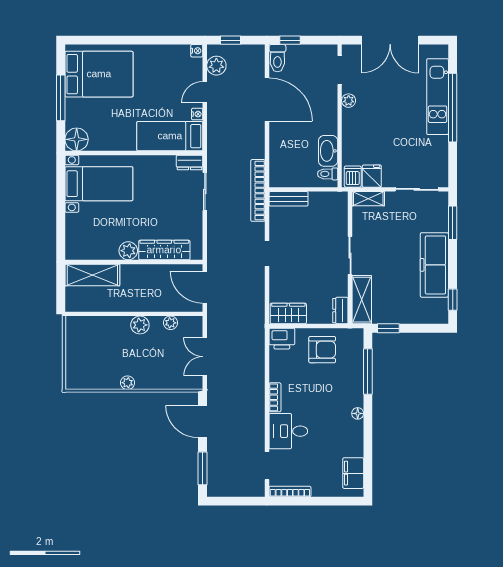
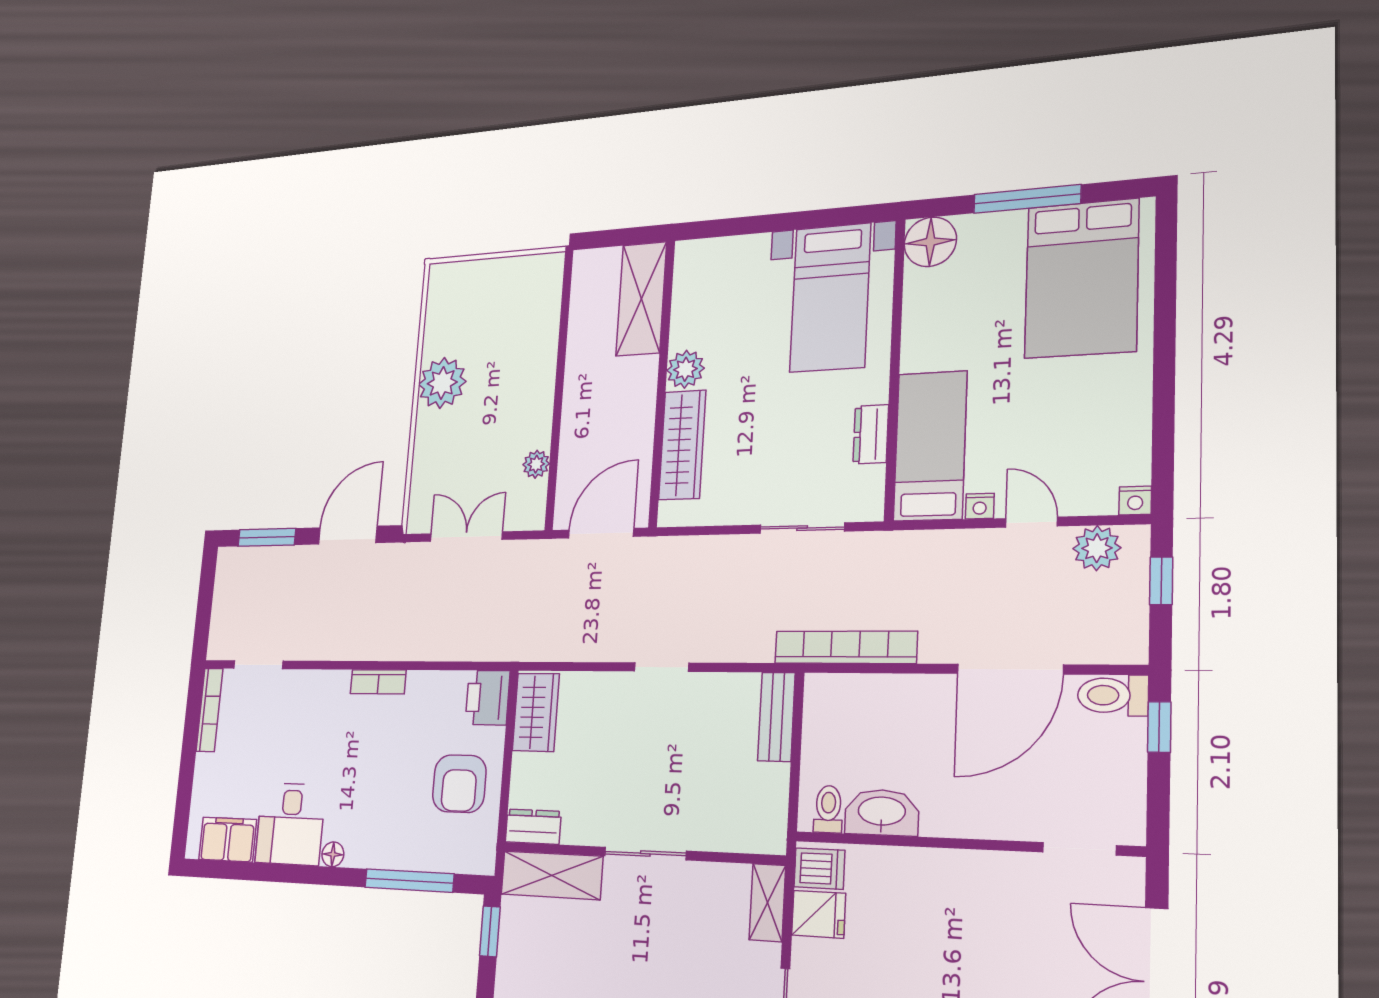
plant: (349, 101) -> (1002, 867), removed
dresser: (190, 162) -> (871, 434), moved
bookcase: (258, 190) -> (845, 647), moved
plant: (140, 325) -> (537, 402), removed
plant: (127, 383) -> (442, 383), width x1.88, depth x1.88
desk: (288, 431) -> (290, 824), moved, turned 180

